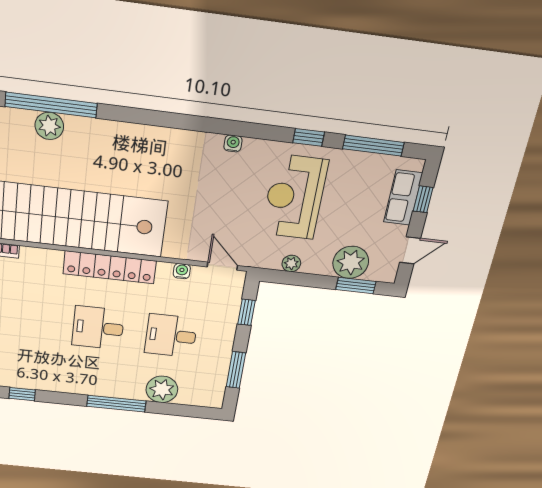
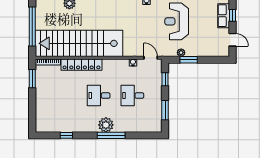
door: (410, 250) -> (233, 40), hinge flipped
plant: (351, 262) -> (207, 49), removed
locker: (110, 267) -> (81, 65), moved
window: (356, 286) -> (189, 60), moved
plant: (162, 389) -> (106, 125), moved

